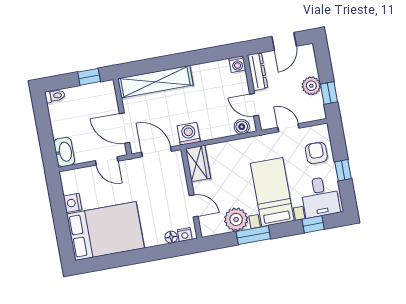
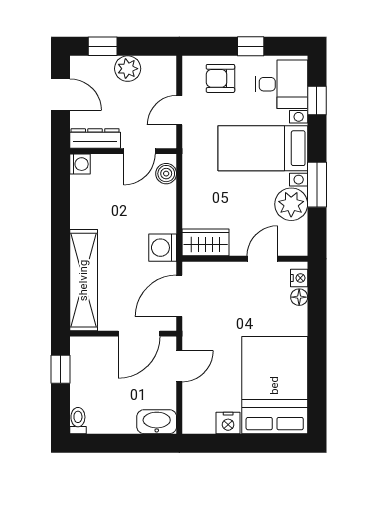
window: (329, 93) -> (103, 46), moved

